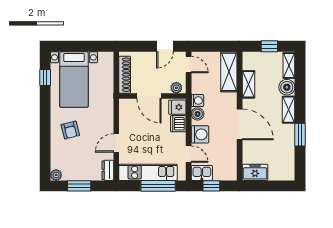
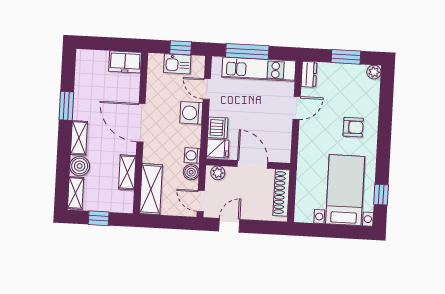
boiler: (198, 114) -> (191, 172), moved
armchair: (70, 130) -> (353, 127), turned 104
kitchen sink: (202, 173) -> (177, 64), moved

